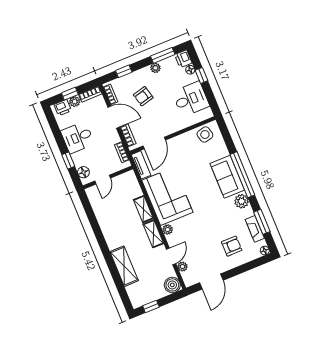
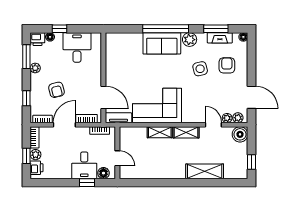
side table: (205, 135) -> (200, 69), moved
desk: (78, 137) -> (84, 165), moved
plant: (168, 229) -> (238, 118), moved

